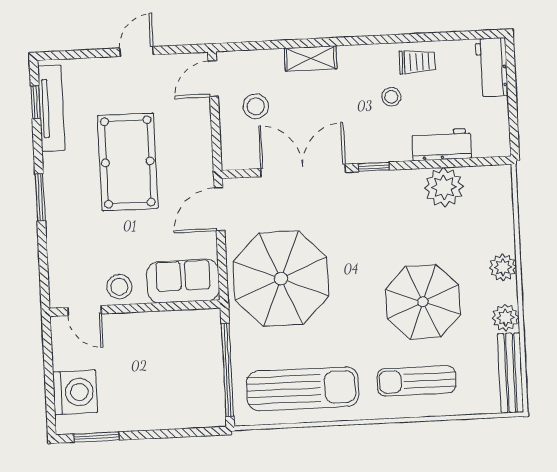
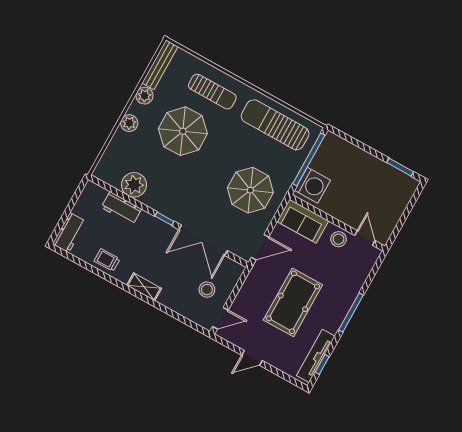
shelving: (311, 58) -> (144, 287), moved
stool: (391, 97) -> (132, 250), removed
window: (40, 197) -> (351, 312), width x1.44
parasol: (281, 279) -> (250, 190), width x0.73, depth x0.73
washing machine: (75, 392) -> (312, 185), moved, turned 180

